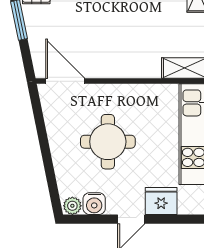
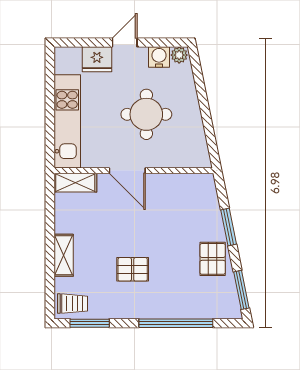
door: (65, 81) -> (127, 171), moved

